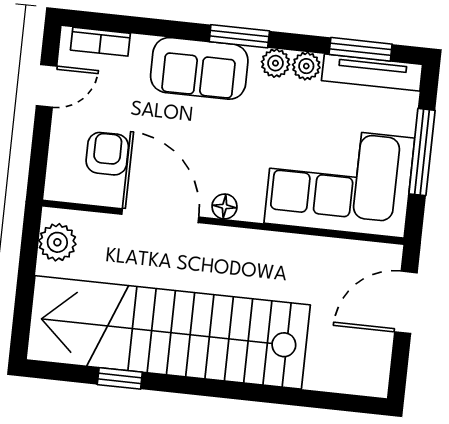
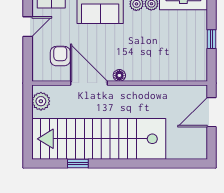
window: (422, 152) -> (211, 39), width x0.46
corner sofa: (339, 181) -> (173, 57), removed

